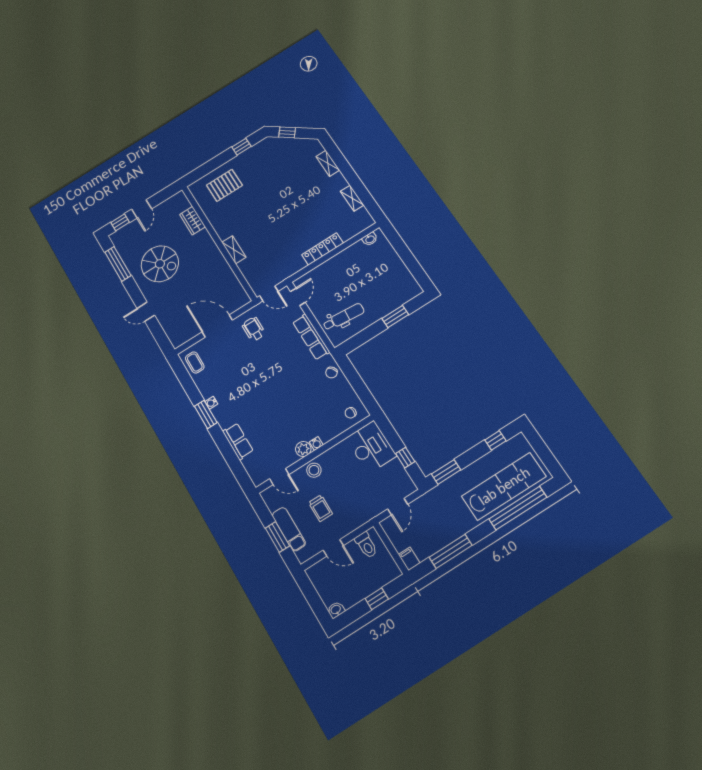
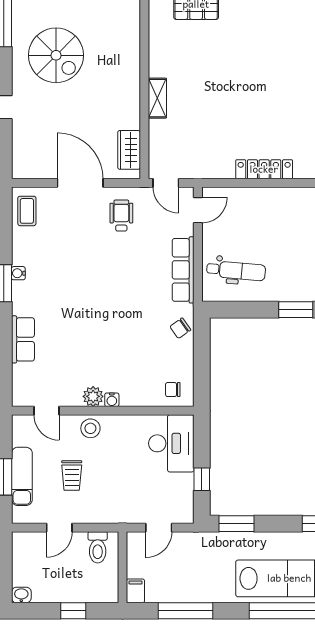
wardrobe: (193, 221) -> (129, 150), moved
door: (333, 548) -> (59, 528), hinge flipped

